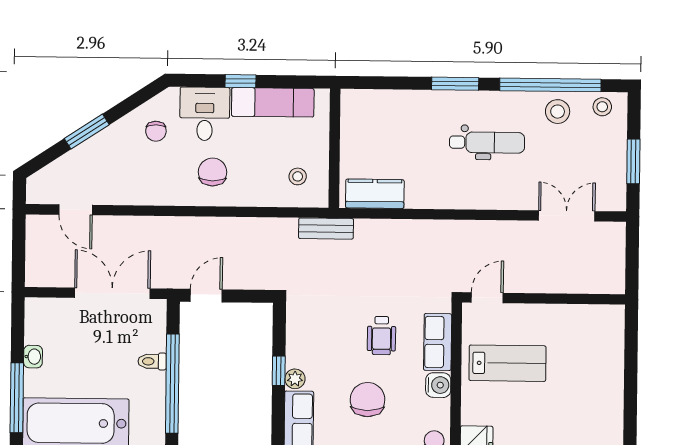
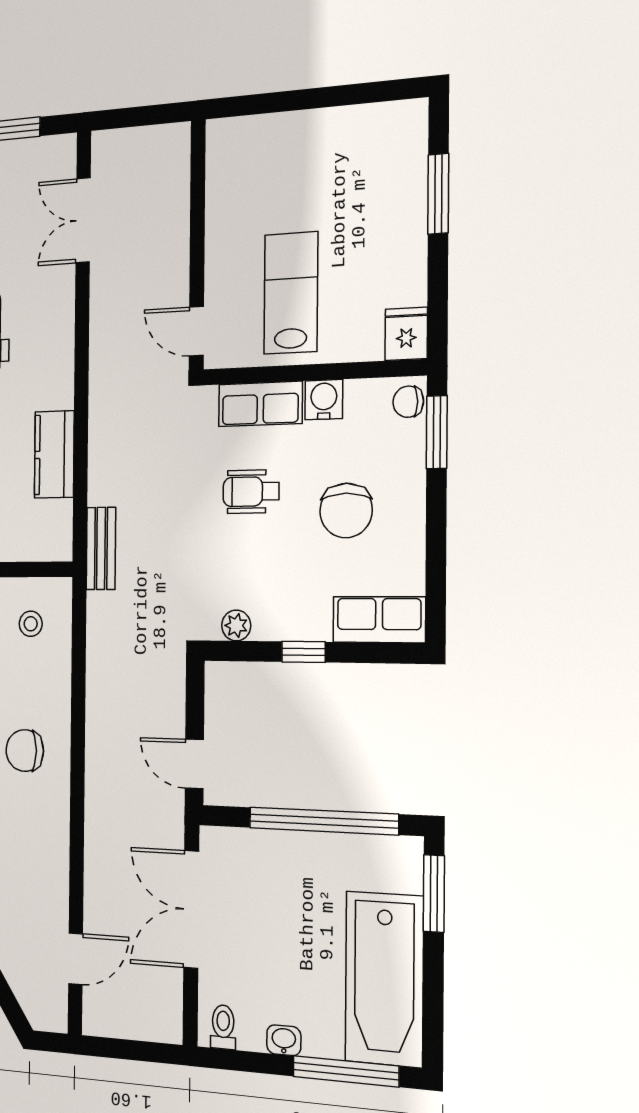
kitchen counter: (375, 194) -> (54, 454), moved
bench: (326, 229) -> (101, 548), moved
wheelchair: (382, 336) -> (251, 492), turned 180
toilet: (152, 361) -> (223, 1027), moved, turned 180
plant: (295, 379) -> (236, 625), moved
chair: (368, 400) -> (346, 511), turned -90

